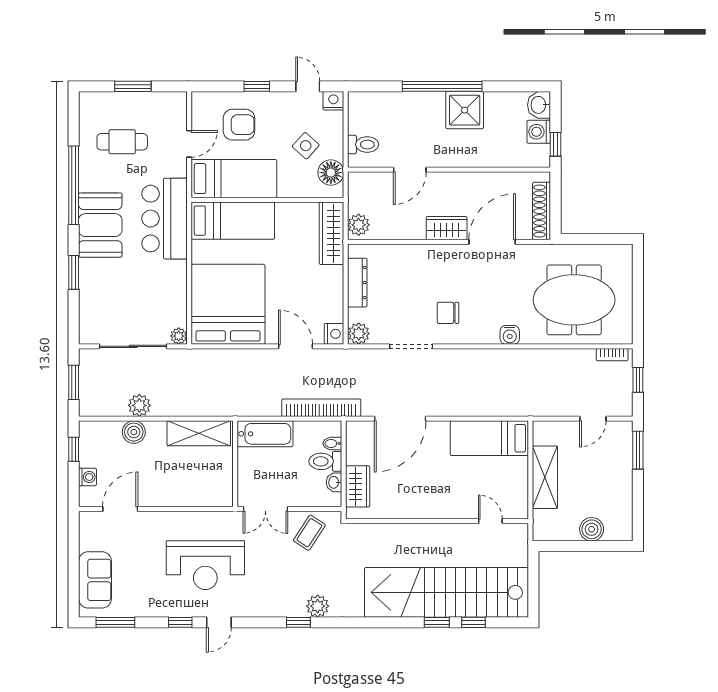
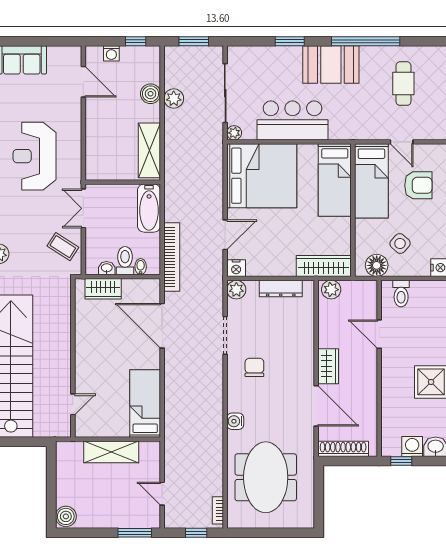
armchair: (239, 125) -> (418, 185), turned -90
bar counter: (165, 219) -> (292, 120), moved
boiler: (592, 529) -> (66, 516), moved

